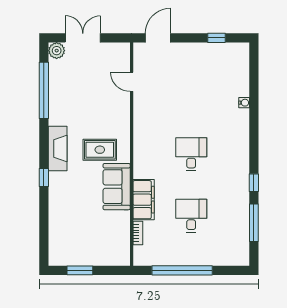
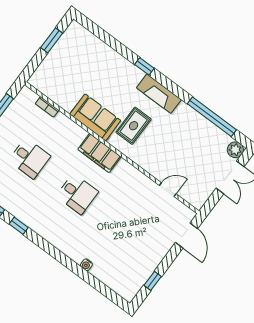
filing cabinet: (144, 200) -> (99, 153), moved

